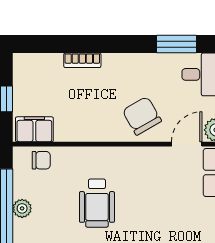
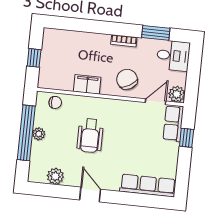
bookcase: (82, 60) -> (124, 41), moved
filing cabinet: (34, 129) -> (87, 84), moved

